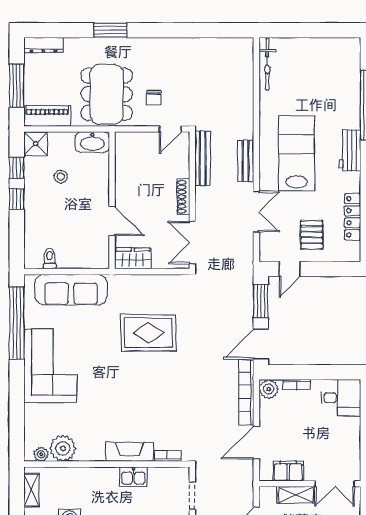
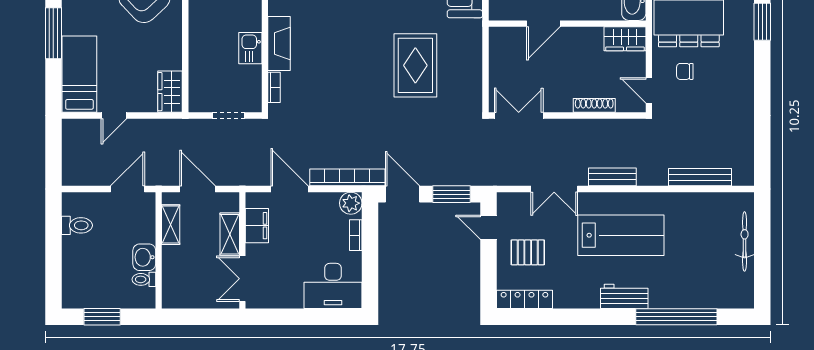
bicycle: (267, 64) -> (745, 241), moved, turned 90
bench: (203, 158) -> (700, 177), moved
shoe rack: (183, 197) -> (594, 105), moved
locker: (353, 217) -> (524, 299), moved
wardrobe: (133, 258) -> (625, 39), moved, turned 90
desk: (341, 398) -> (333, 286), width x1.37

